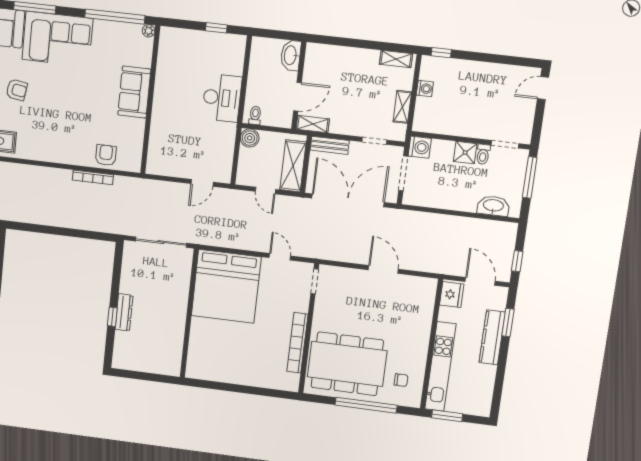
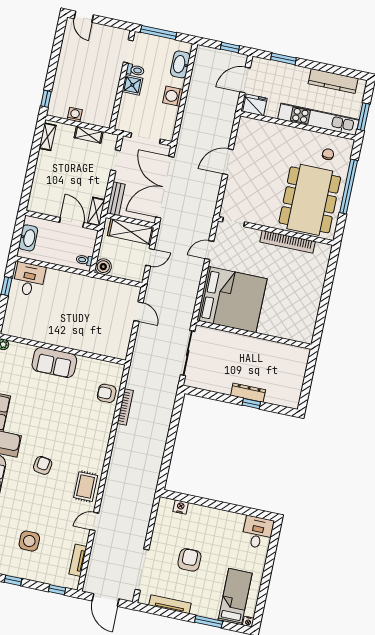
washbasin: (291, 55) -> (28, 238), moved, turned -90
desk: (222, 98) -> (29, 279), moved, width x0.73
washing machine: (420, 147) -> (173, 96), moved, turned -90
kitchen counter: (492, 337) -> (333, 81), moved

